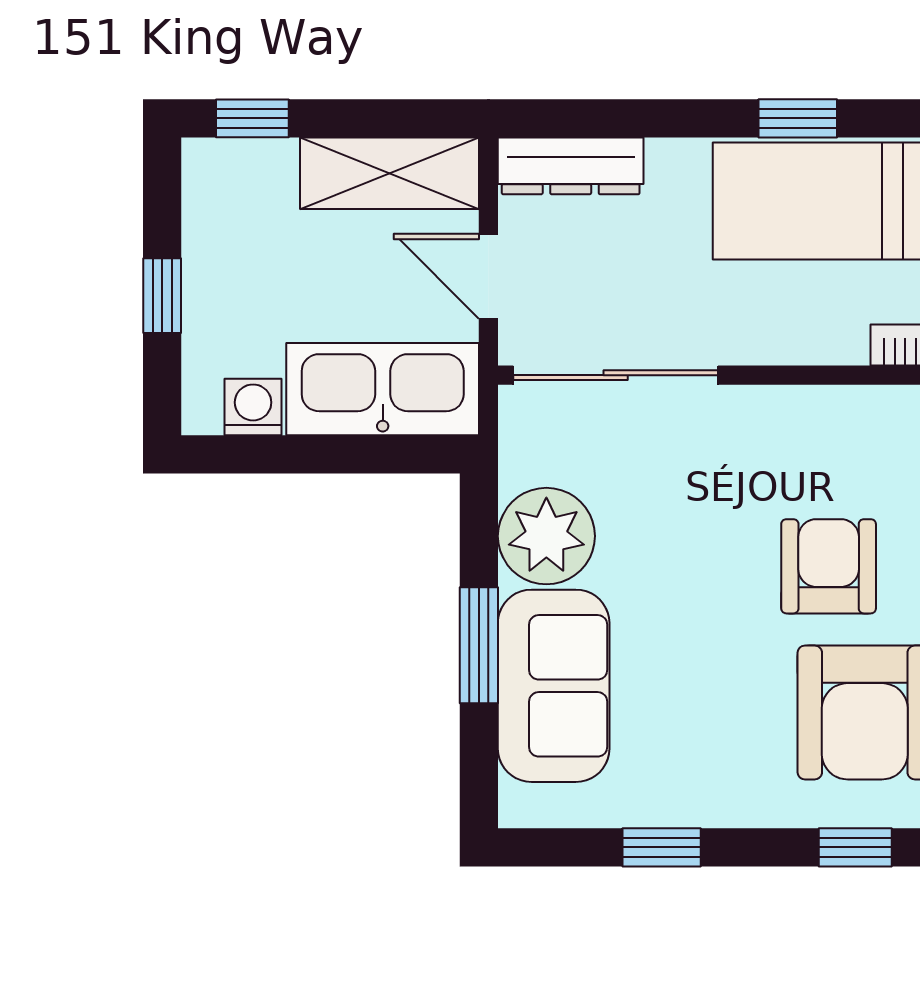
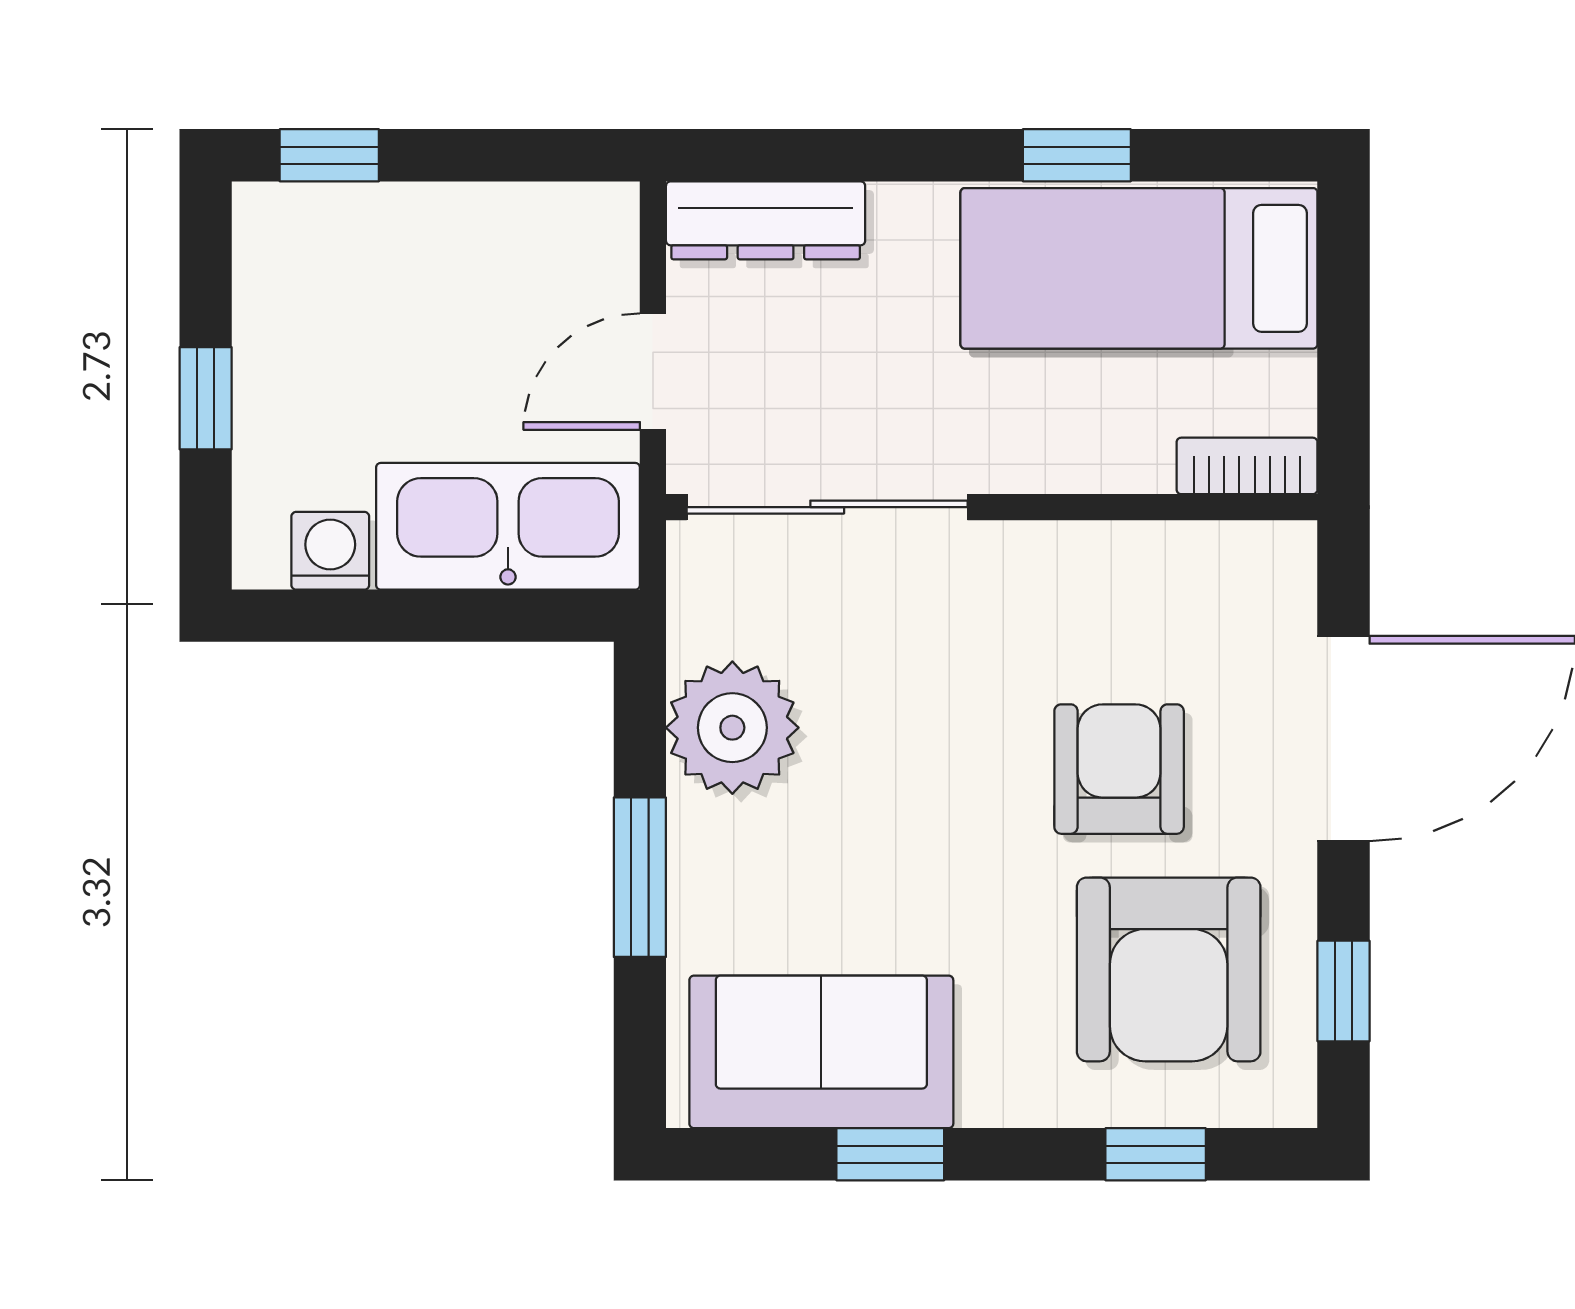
shelving: (390, 173) -> (517, 230), removed
door: (488, 276) -> (653, 372), hinge flipped
sofa: (554, 686) -> (821, 1052), moved, turned -90

